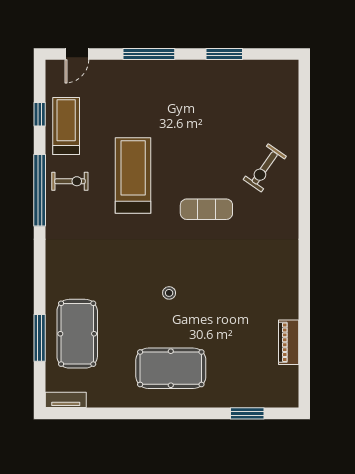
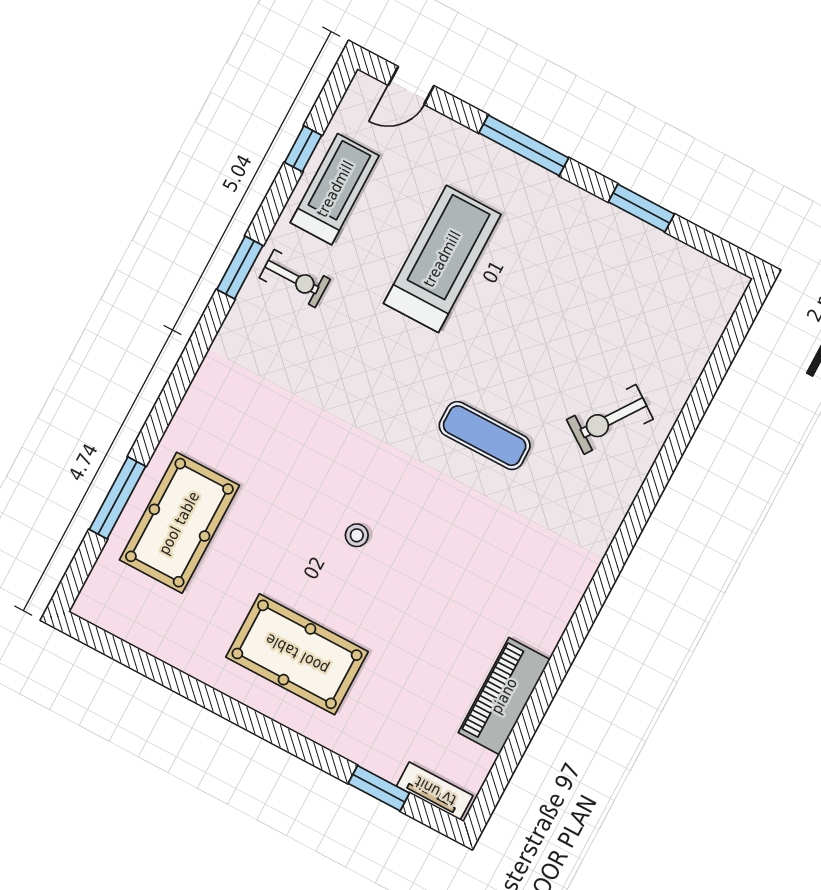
treadmill: (133, 175) -> (442, 259), moved
window: (40, 190) -> (240, 268), width x0.47
piano: (289, 342) -> (504, 696), width x1.37, depth x1.33
tv unit: (66, 400) -> (435, 791), moved

